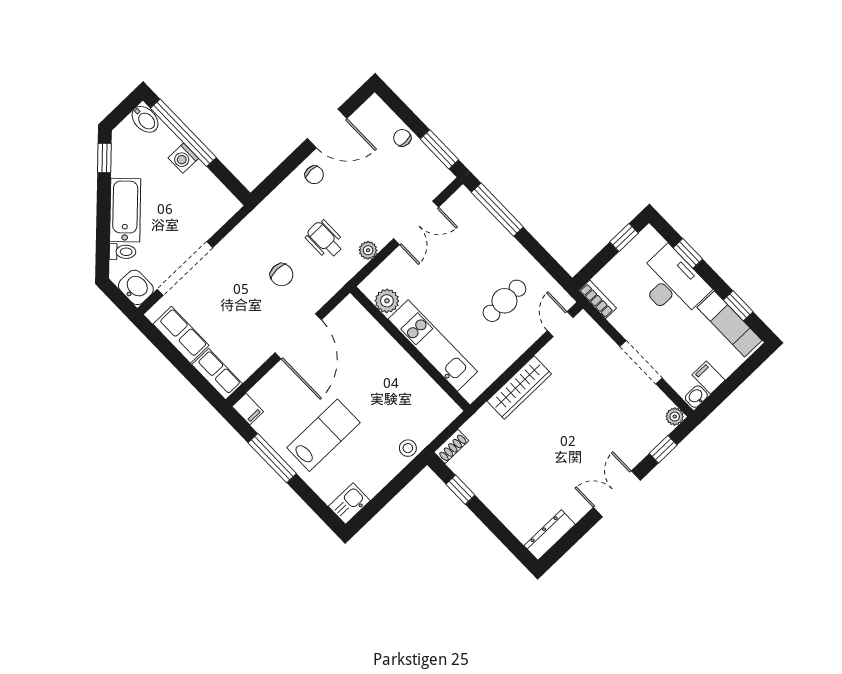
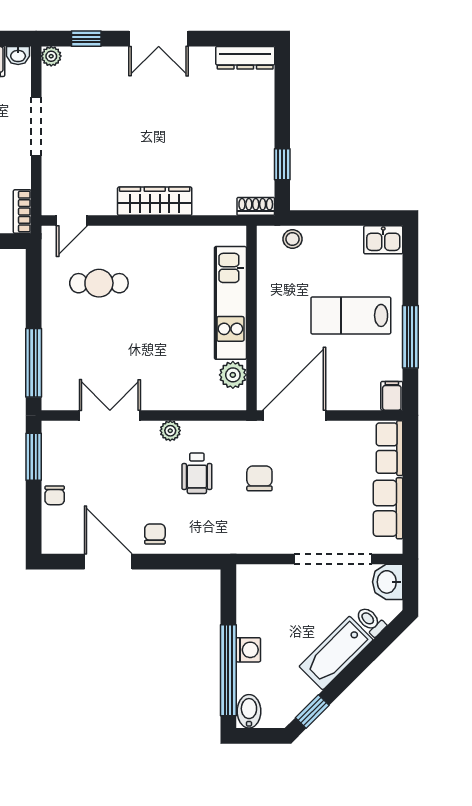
plant: (387, 301) -> (233, 375), moved
kitchen unit: (433, 345) -> (230, 303), moved
wall: (410, 349) -> (251, 318), moved

